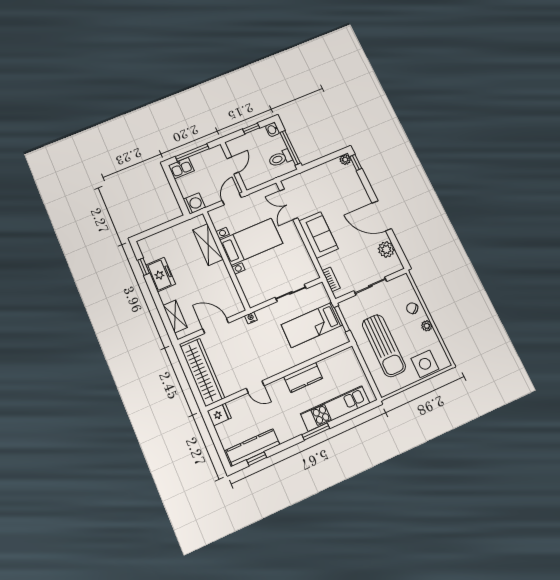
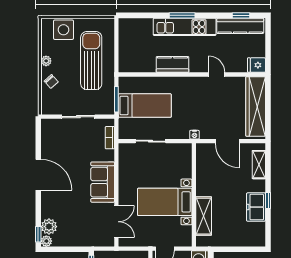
plant: (386, 249) -> (49, 227), moved
window: (144, 267) -> (268, 201), moved
kitchen unit: (335, 408) -> (185, 27), moved

